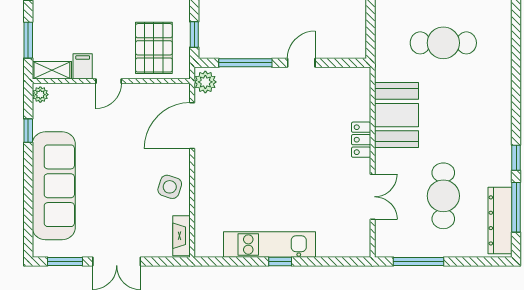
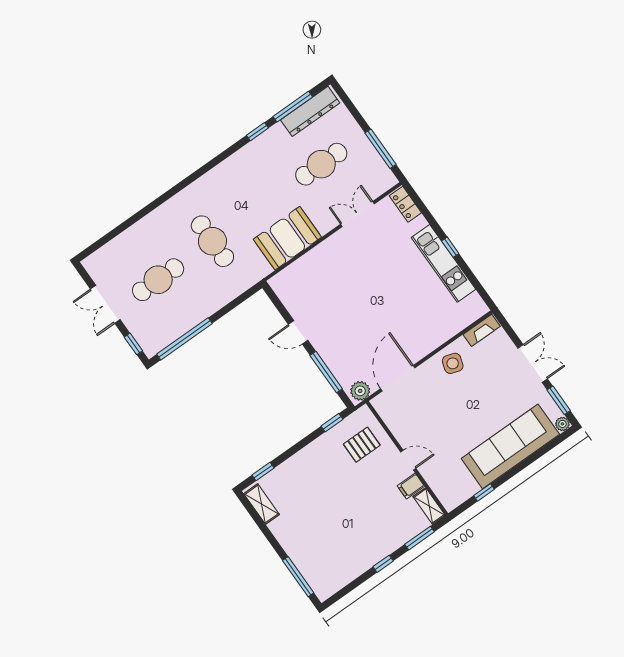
pallet: (154, 48) -> (362, 445), width x0.67, depth x0.71
plant: (40, 95) -> (562, 424), moved
door: (192, 126) -> (398, 378), swing flipped
locker: (361, 140) -> (405, 204), moved, turned 90

